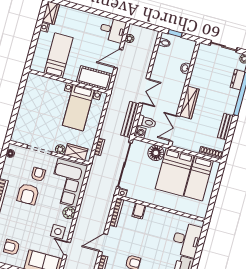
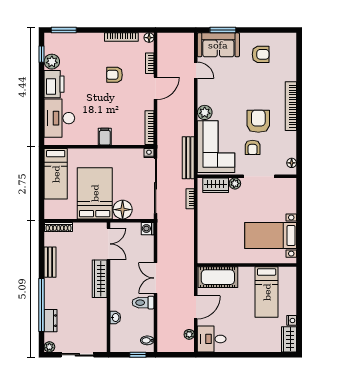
bed with nightstands: (78, 108) -> (271, 236), moved, turned -90
bench: (130, 119) -> (188, 158), moved
toilet: (147, 122) -> (143, 303), moved
bed: (199, 178) -> (56, 174), moved, turned 180
filing cabinet: (139, 211) -> (105, 137), moved
side table: (58, 232) -> (212, 87), removed

